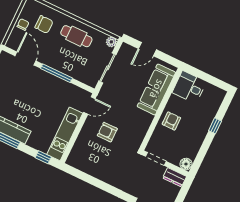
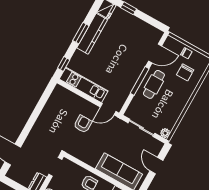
cafe table: (76, 36) -> (154, 84), moved
door: (89, 105) -> (108, 109), hinge flipped

